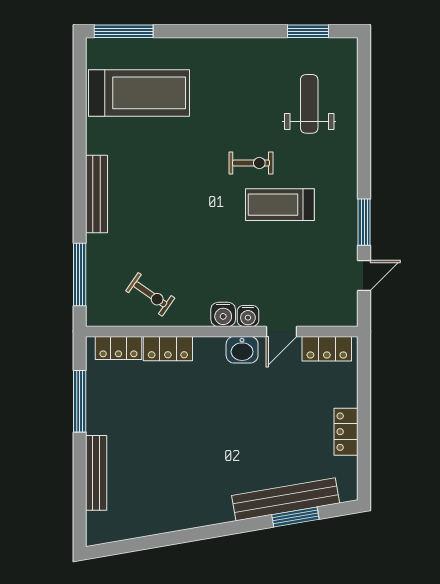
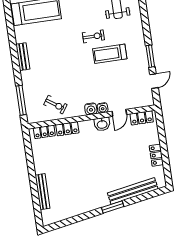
bench: (97, 194) -> (23, 57), width x0.73
window: (80, 401) -> (30, 159), removed
window: (295, 517) -> (113, 207), moved

